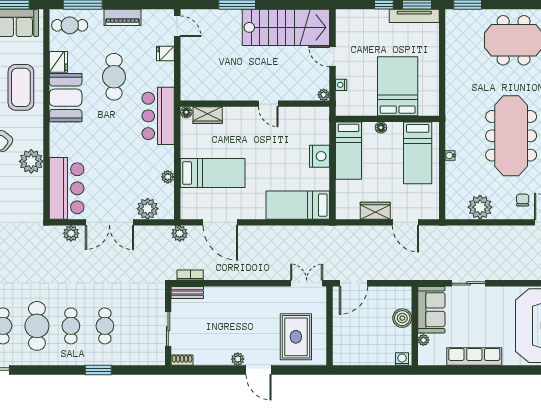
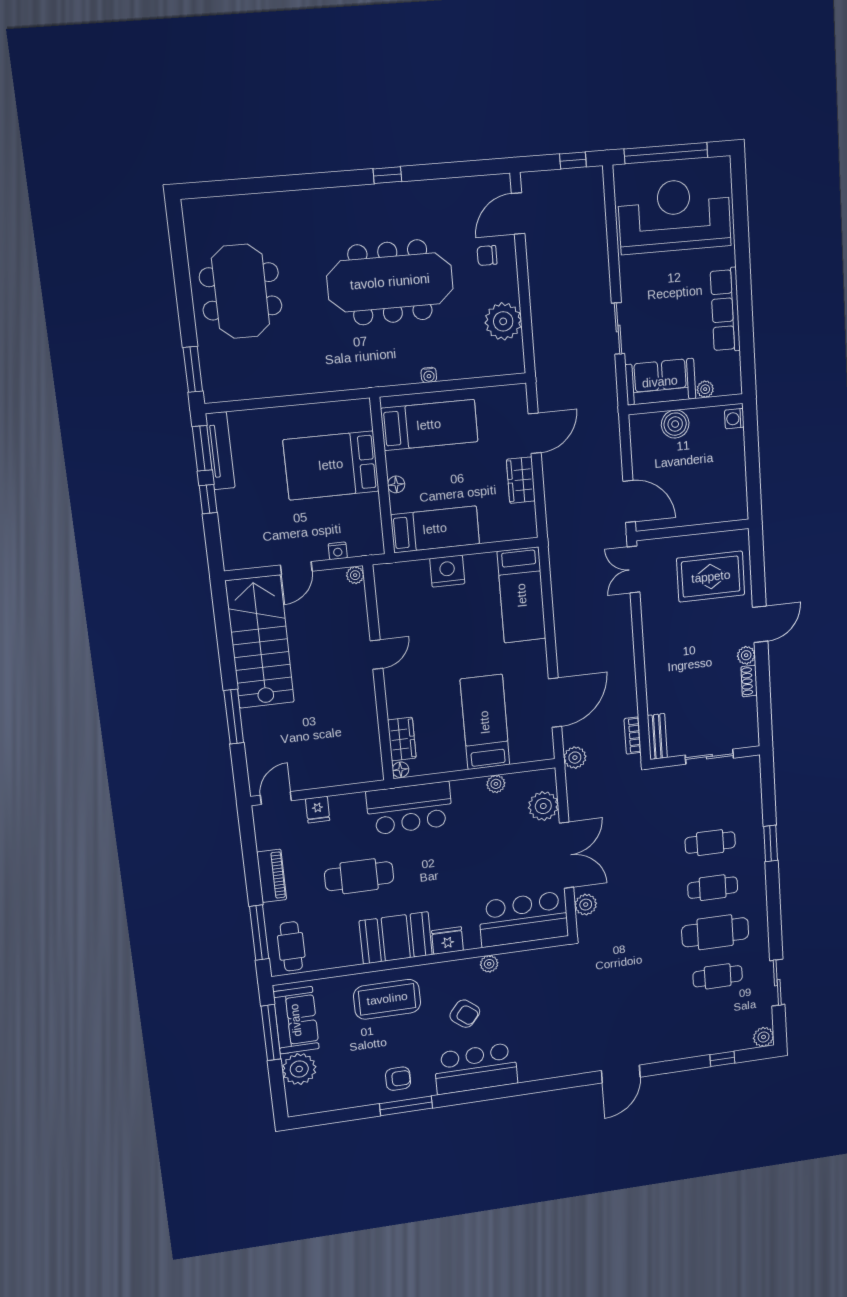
fridge: (58, 62) -> (448, 941), moved
plant: (31, 161) -> (489, 964), width x0.53, depth x0.53
shoe rack: (182, 360) -> (749, 681), moved

